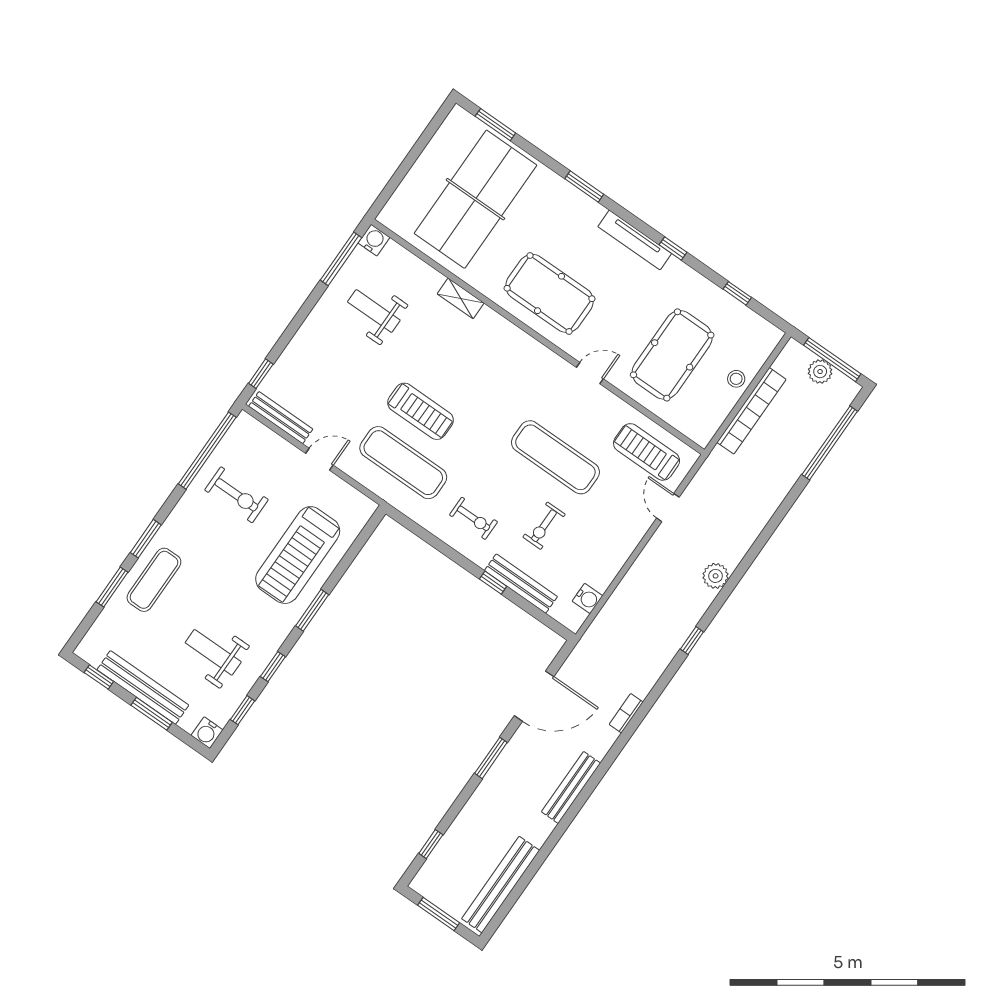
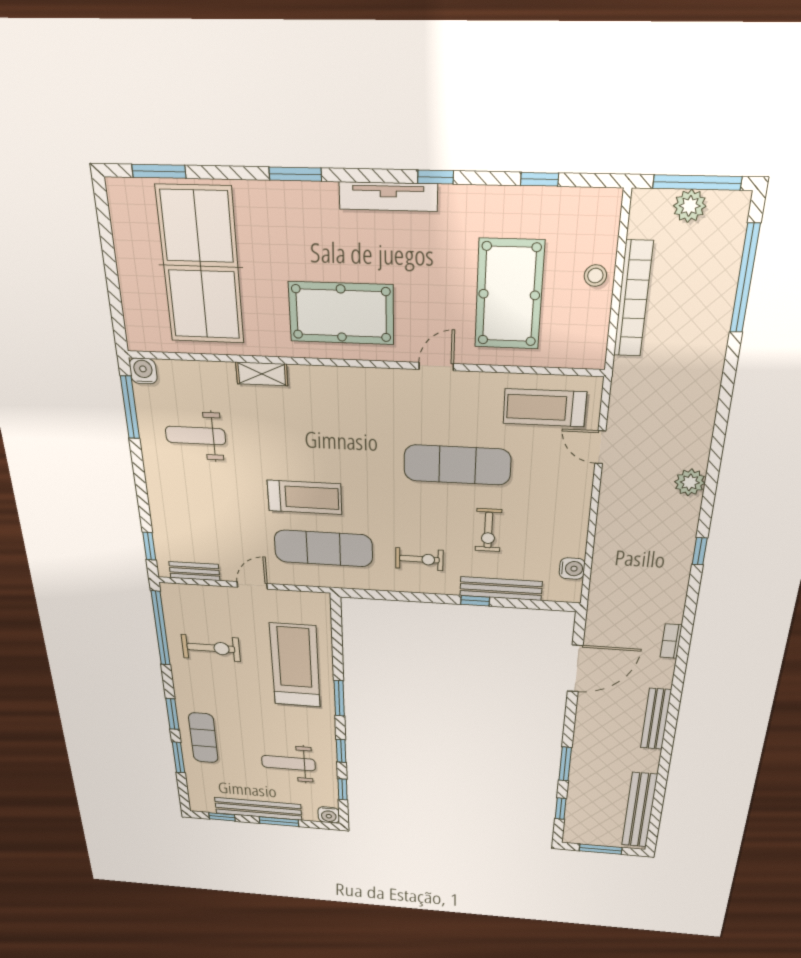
bench: (281, 418) -> (194, 571), width x0.73
treadmill: (298, 555) -> (295, 665), turned 180
window: (491, 758) -> (565, 764), moved

